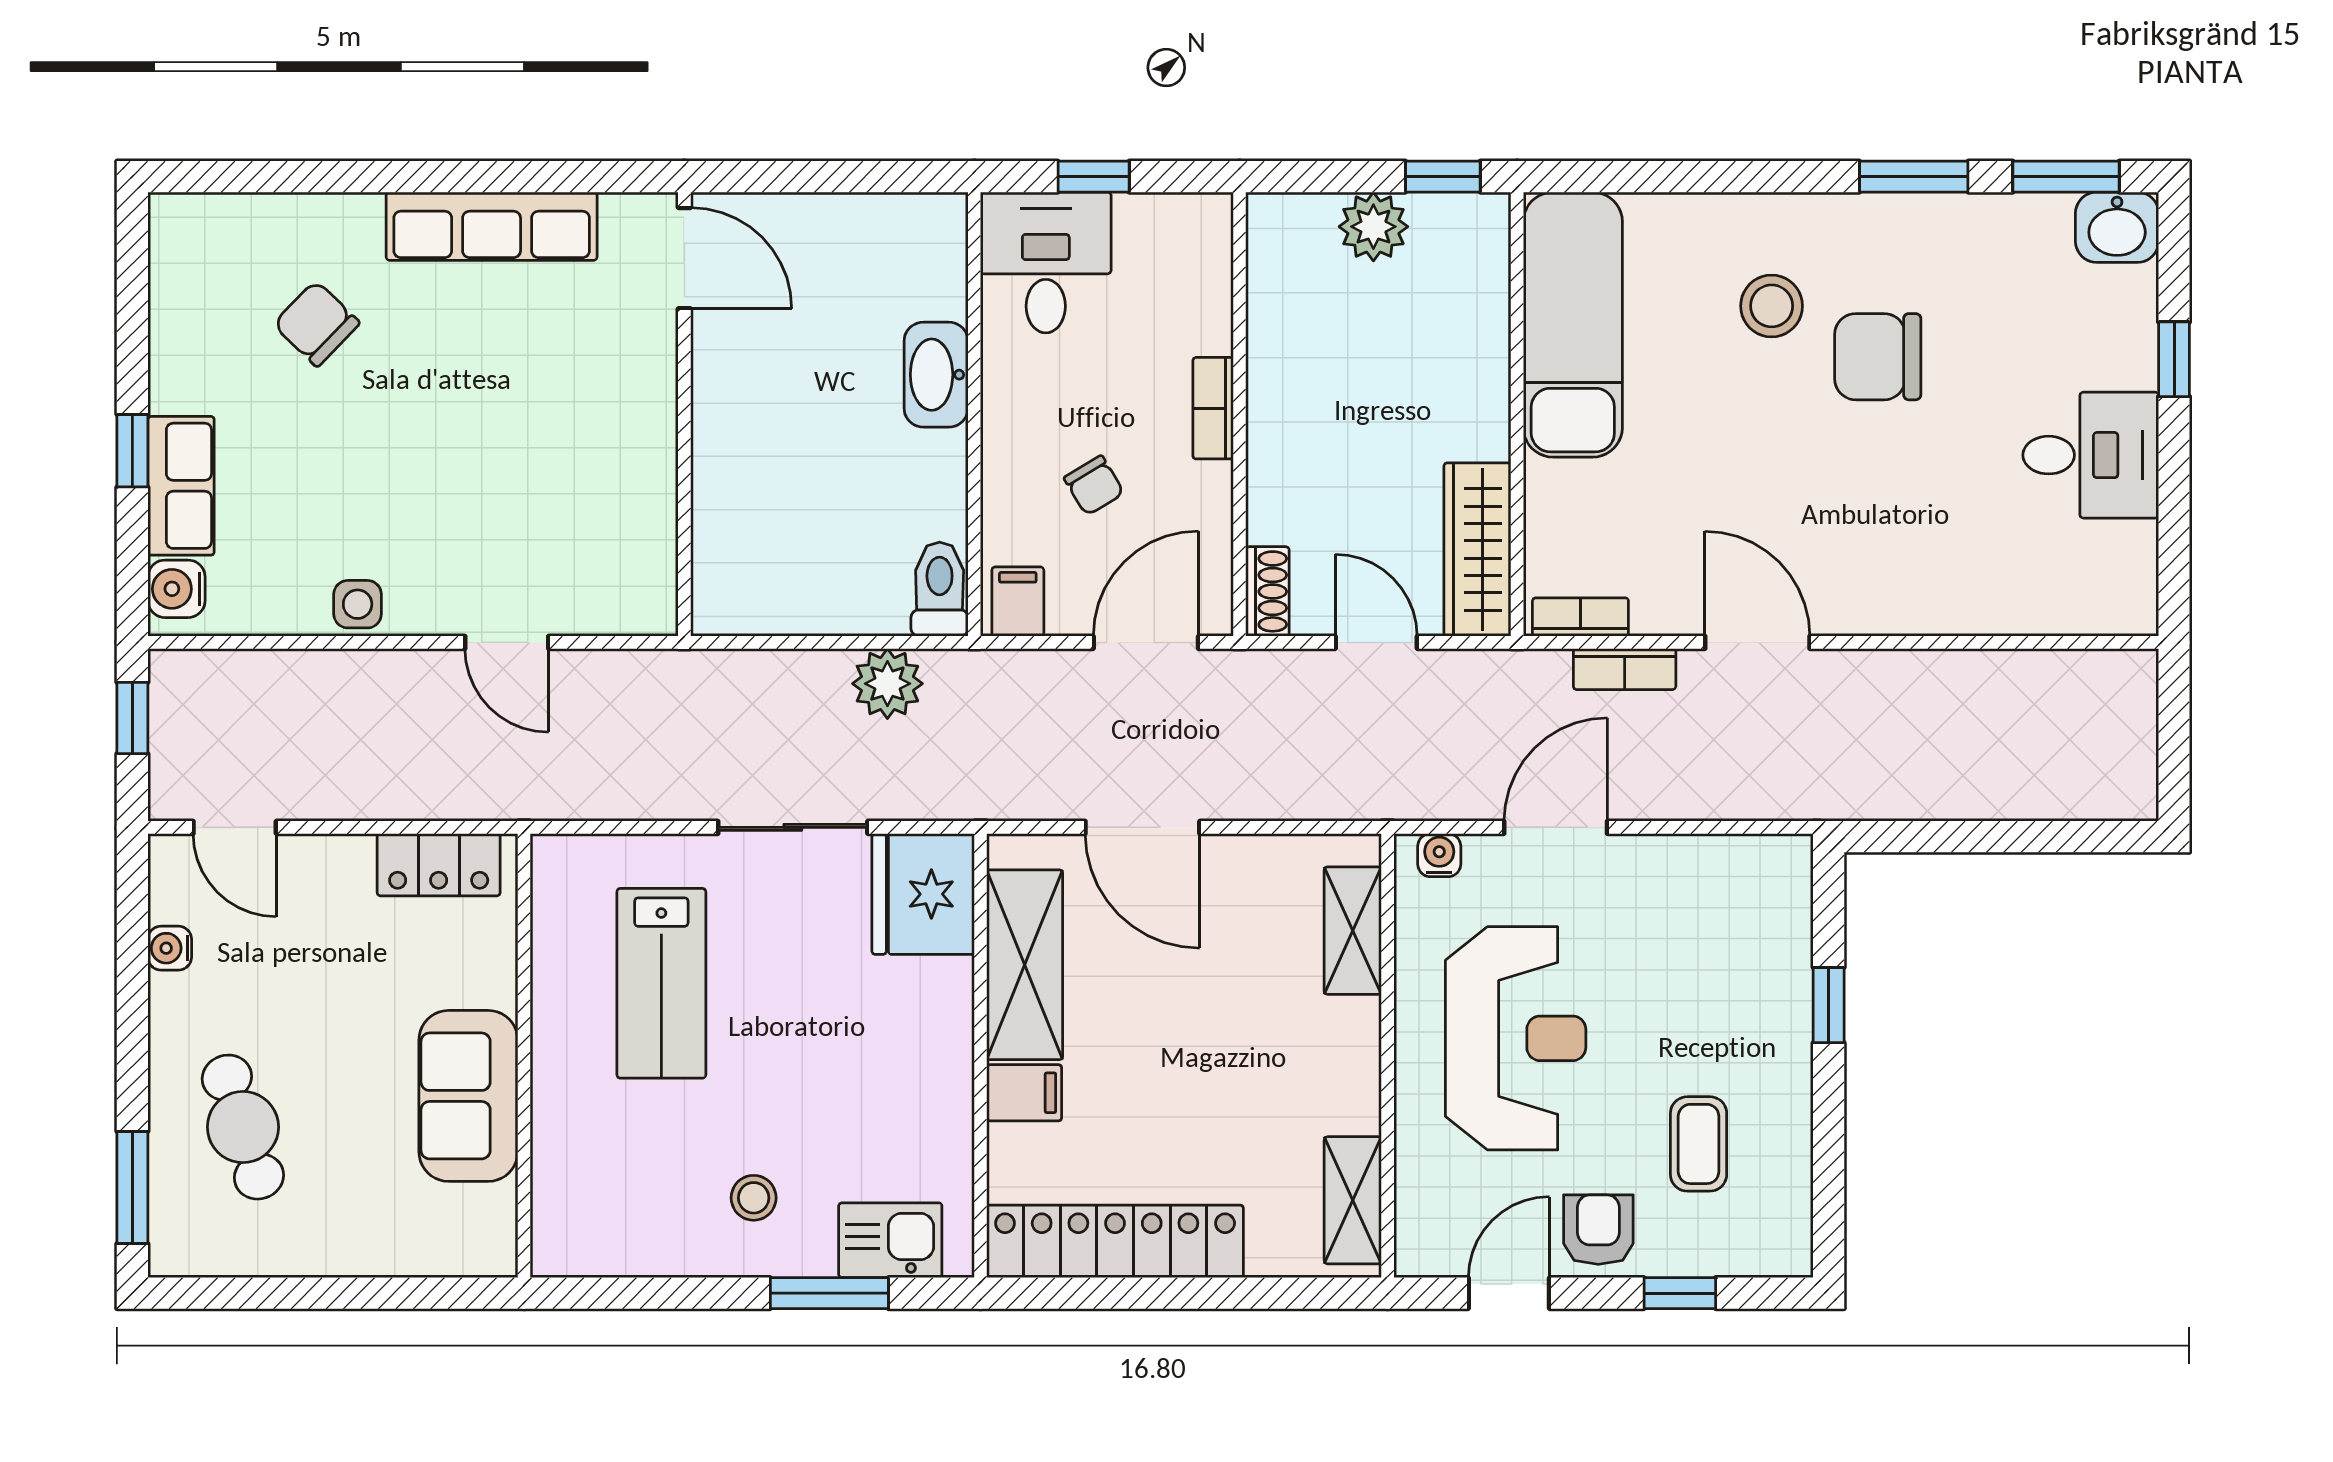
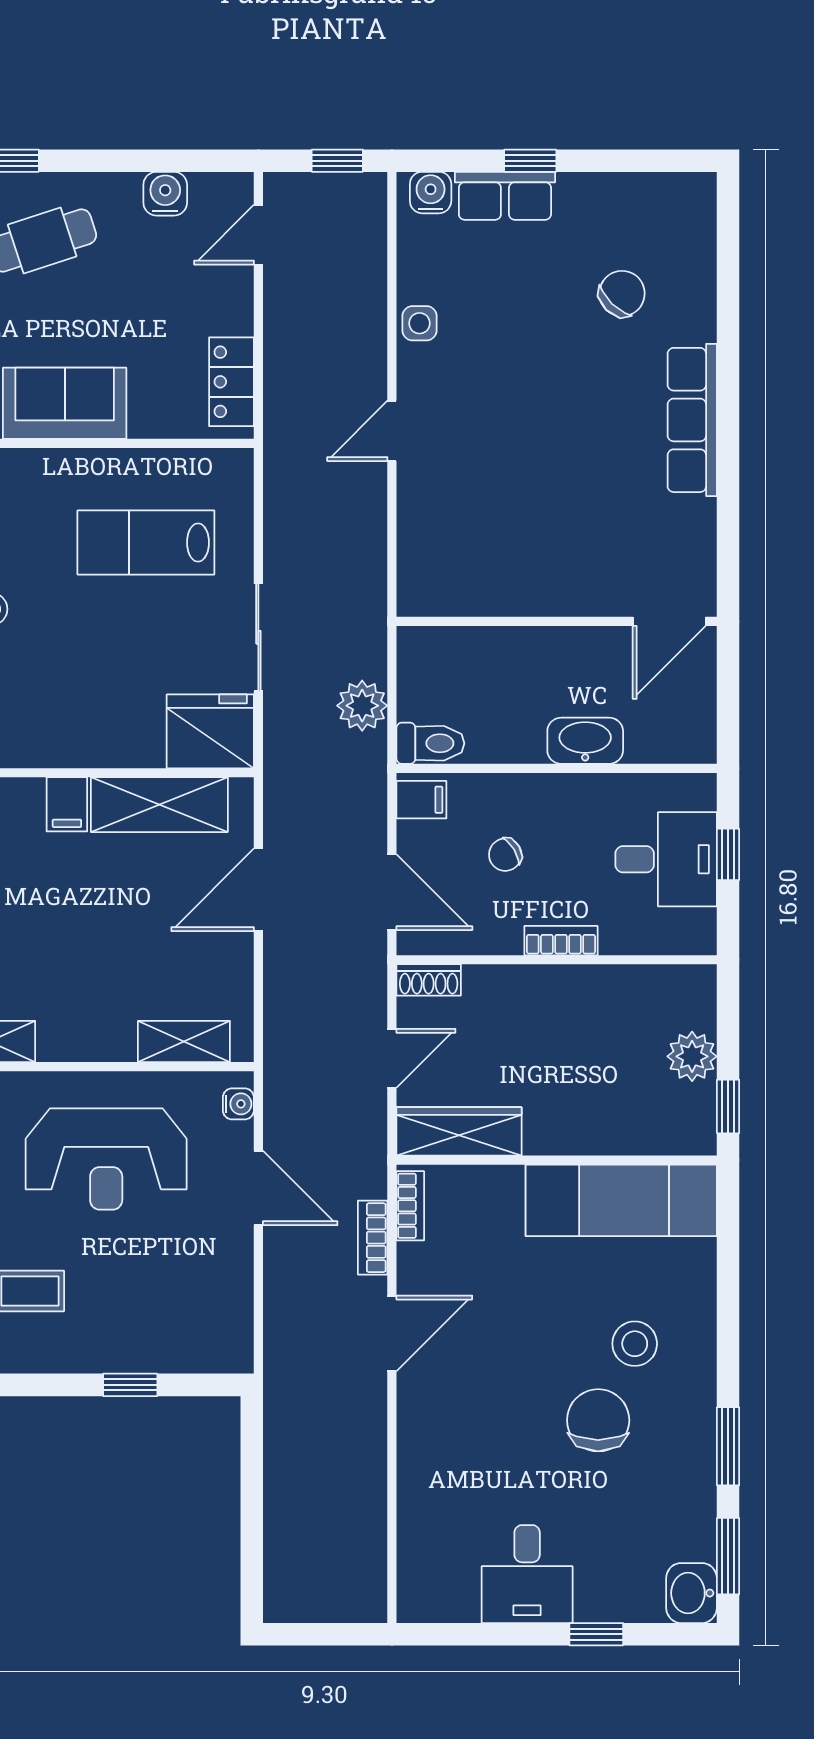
door: (684, 258) -> (669, 621), moved
desk: (1046, 262) -> (666, 859), moved
wall: (684, 414) -> (557, 621), moved
water cooler: (170, 948) -> (165, 194), width x1.38, depth x1.38

